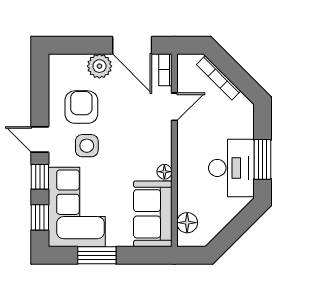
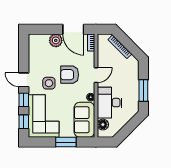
armchair: (81, 107) -> (70, 75), moved, turned -90
door: (174, 107) -> (96, 75), moved
desk: (231, 168) -> (110, 103), moved, turned 180
window: (97, 255) -> (66, 142), moved

